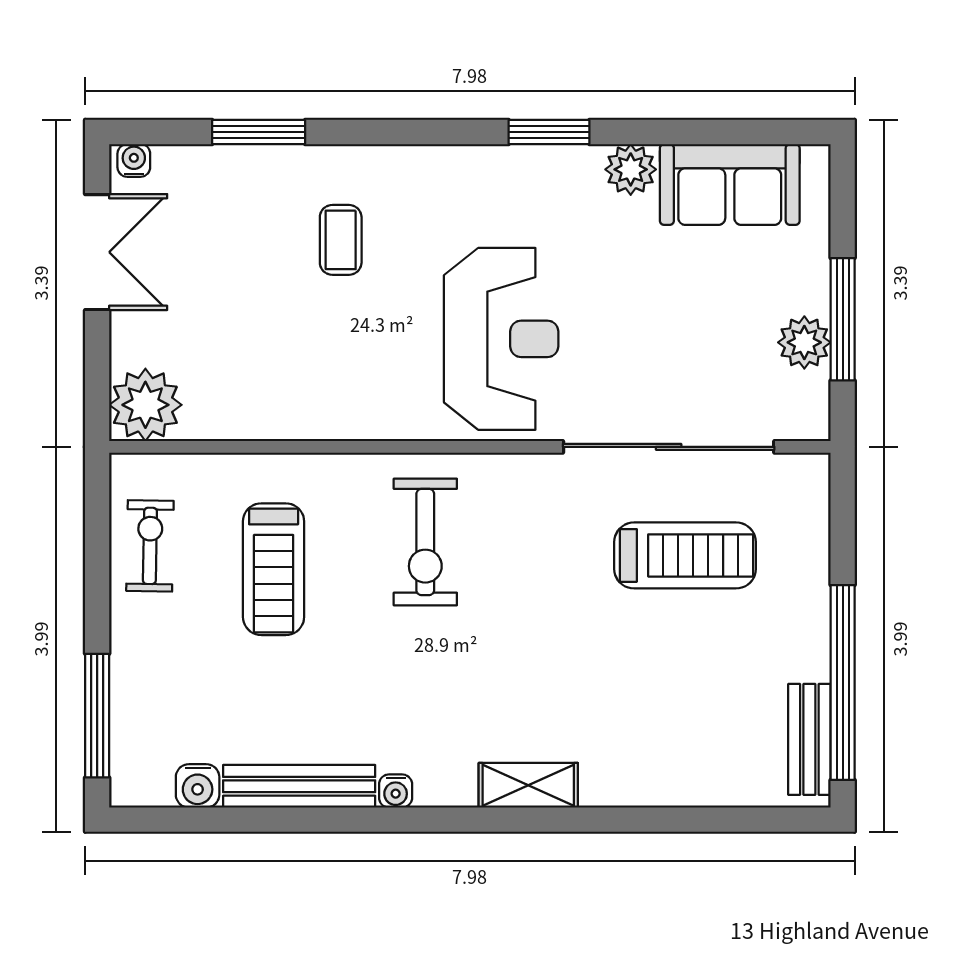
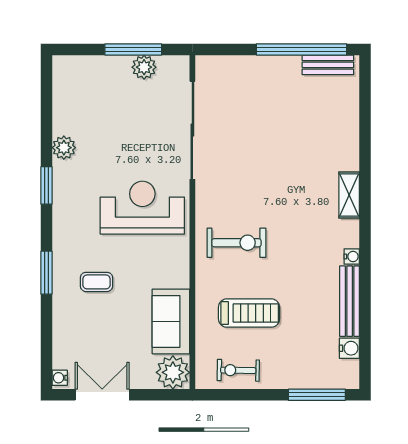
window: (259, 132) -> (47, 273), moved
sofa: (730, 184) -> (171, 321), moved, turned 180
treadmill: (685, 555) -> (243, 122), removed

